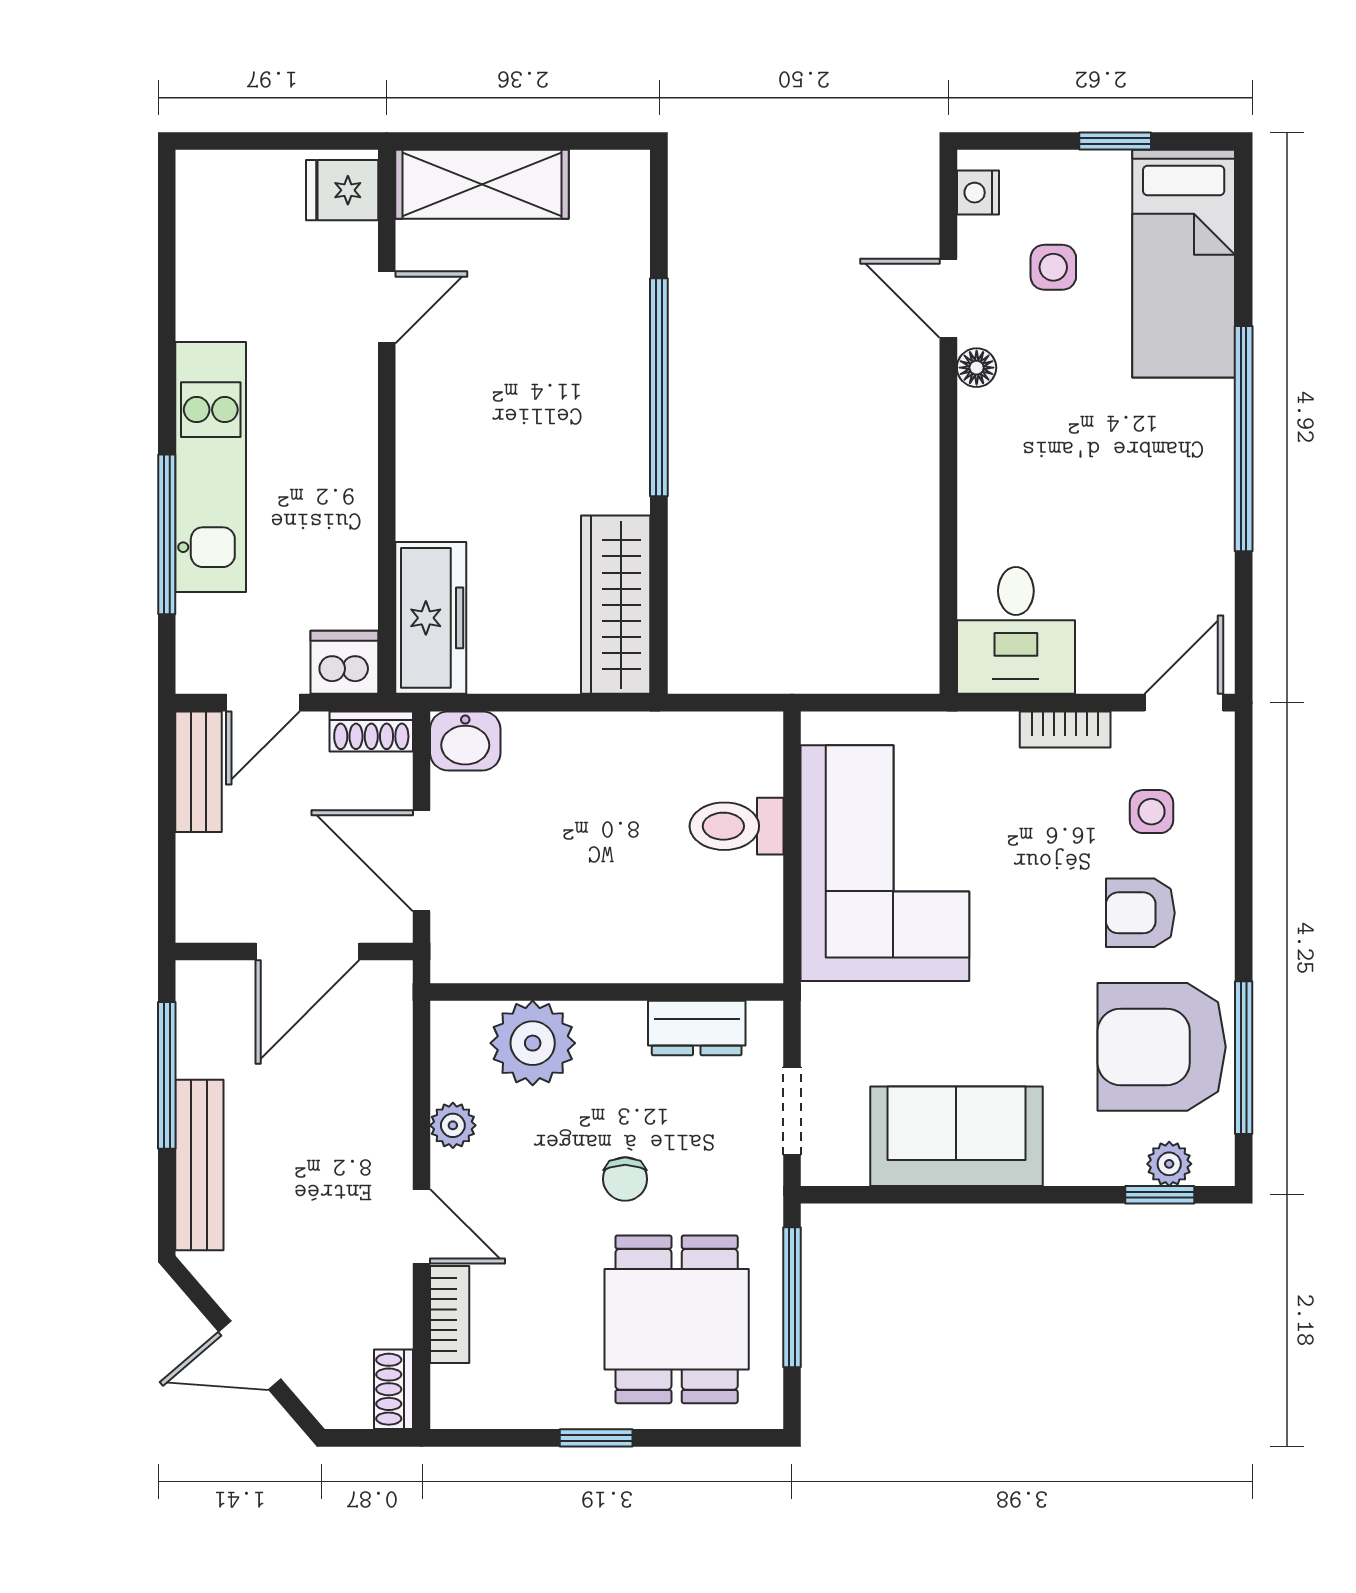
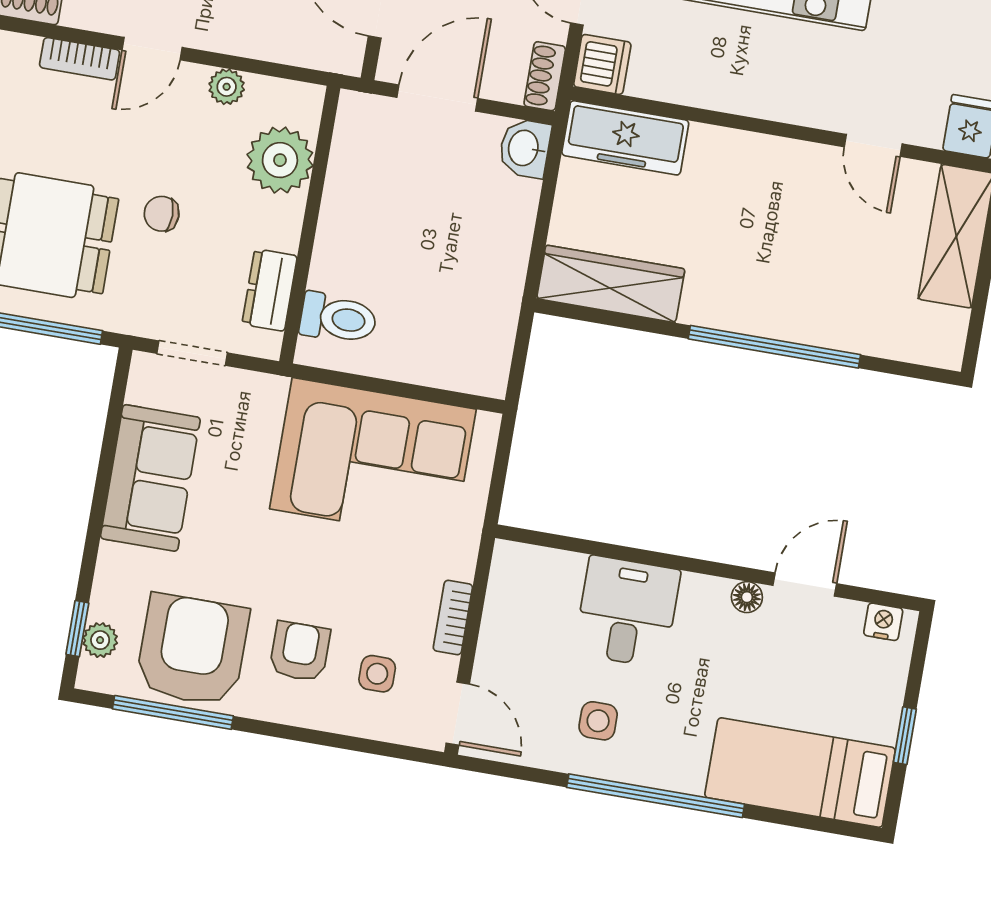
side table: (1053, 267) -> (598, 721), moved
desk: (1016, 630) -> (627, 612), moved, turned 90
toilet: (736, 826) -> (338, 318), moved, turned 90

